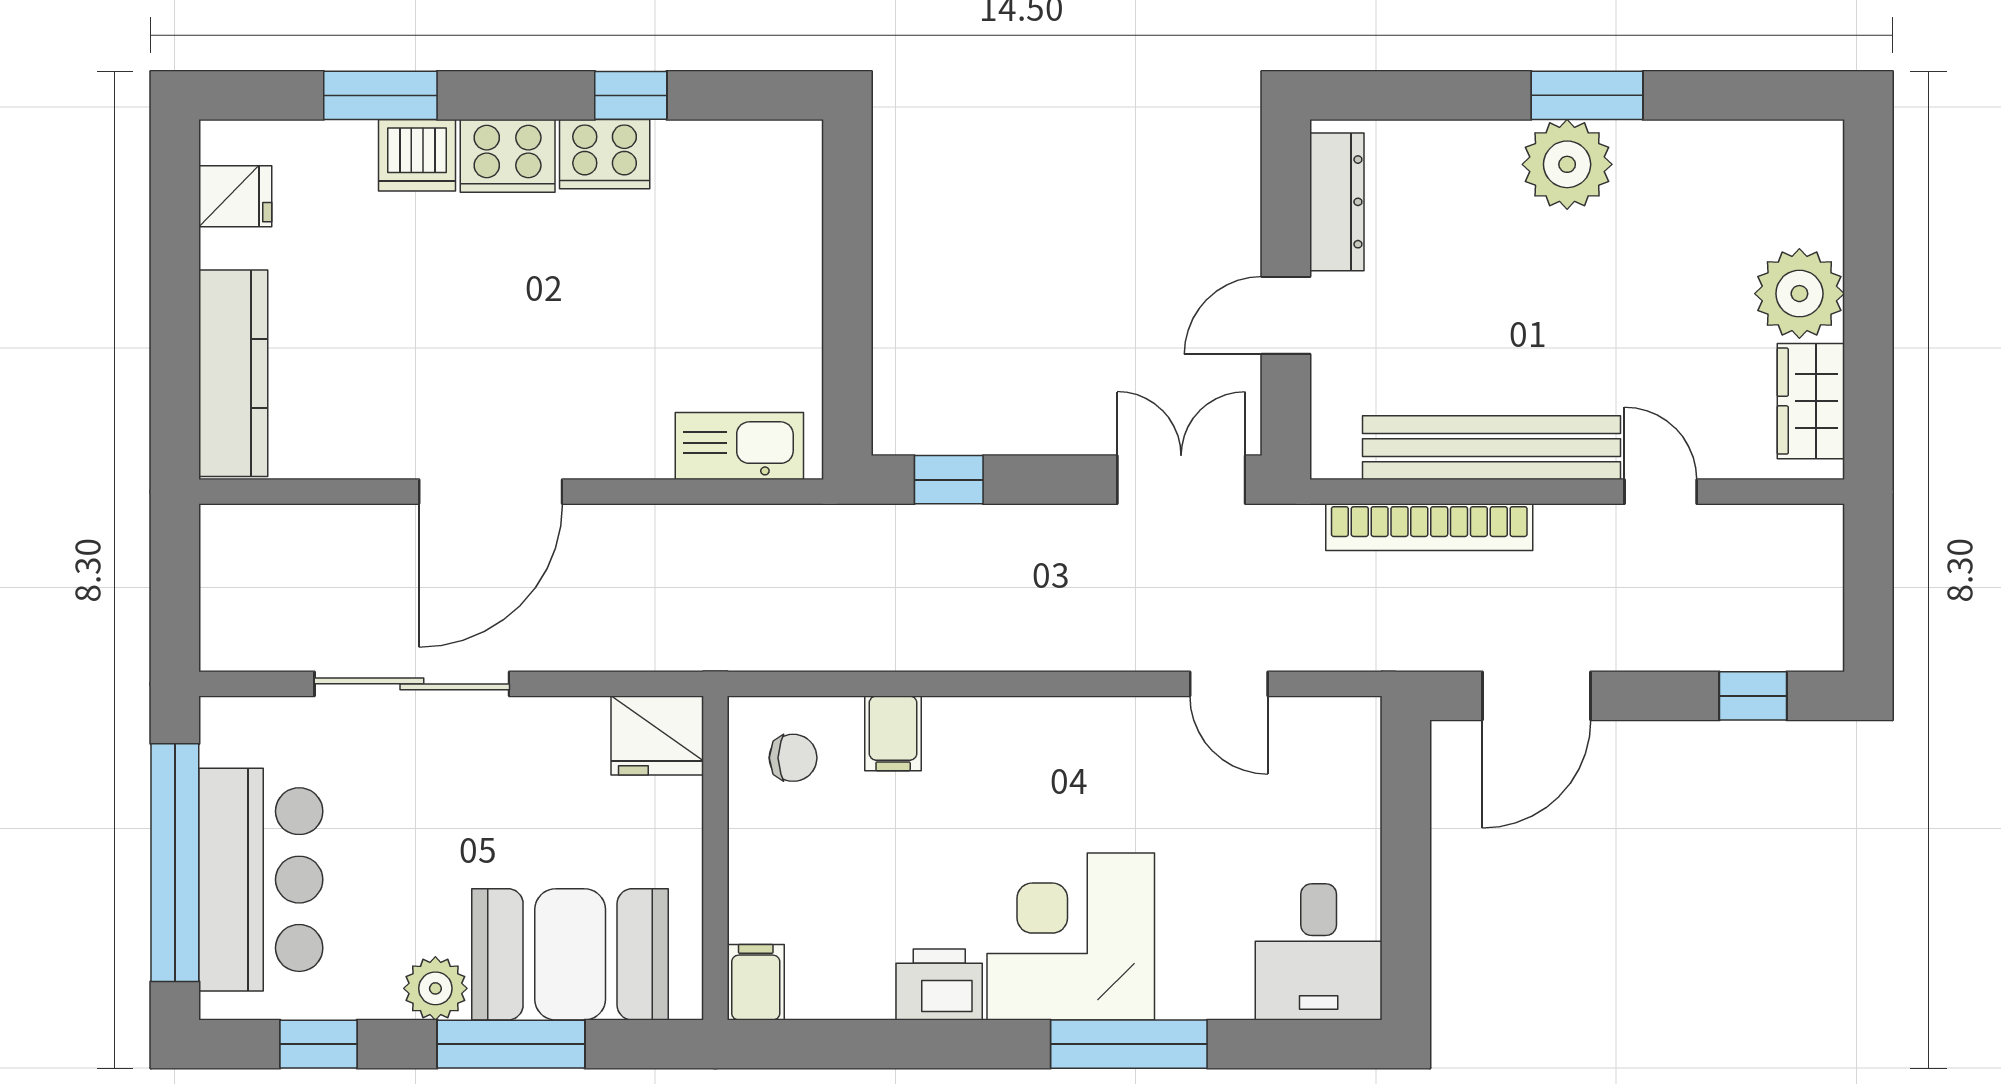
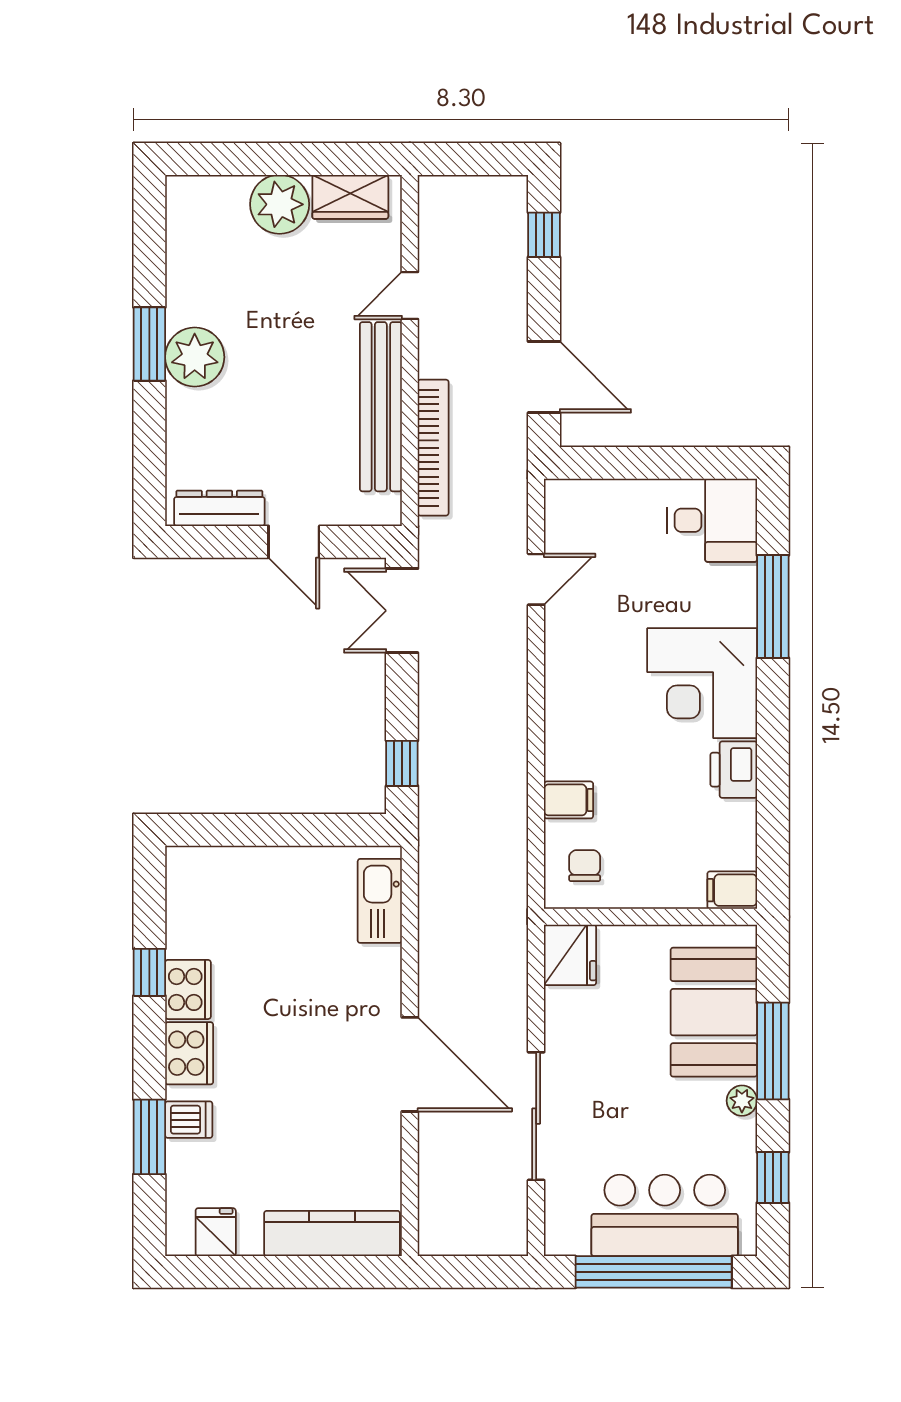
dishwasher: (417, 155) -> (189, 1120), width x0.73
plant: (435, 988) -> (742, 1101), width x0.73, depth x0.73
window: (1129, 1044) -> (773, 607), moved

